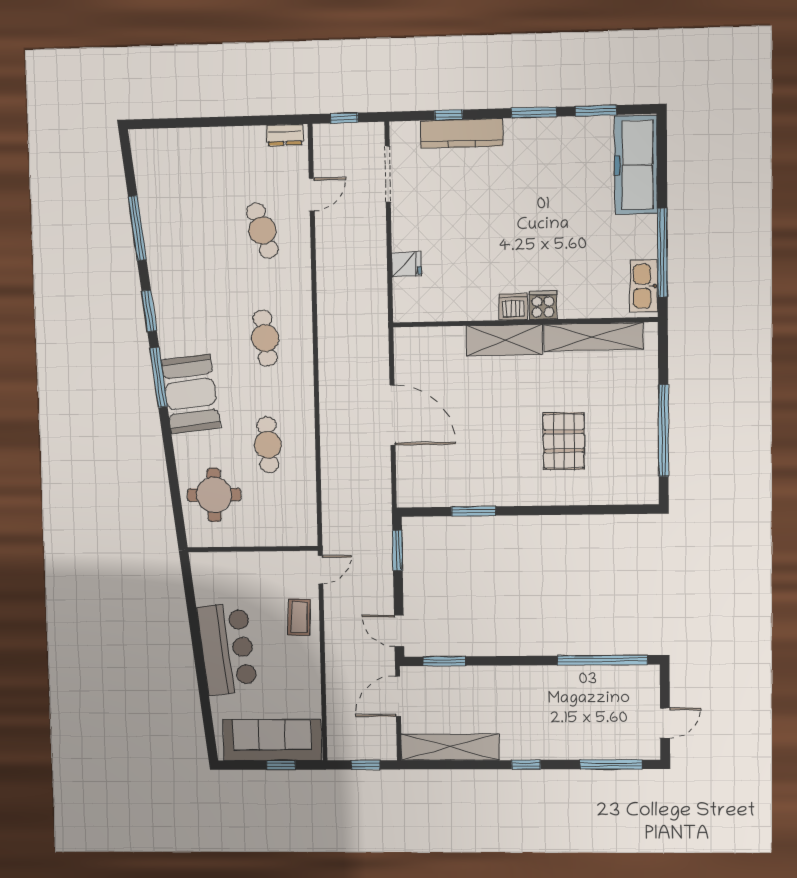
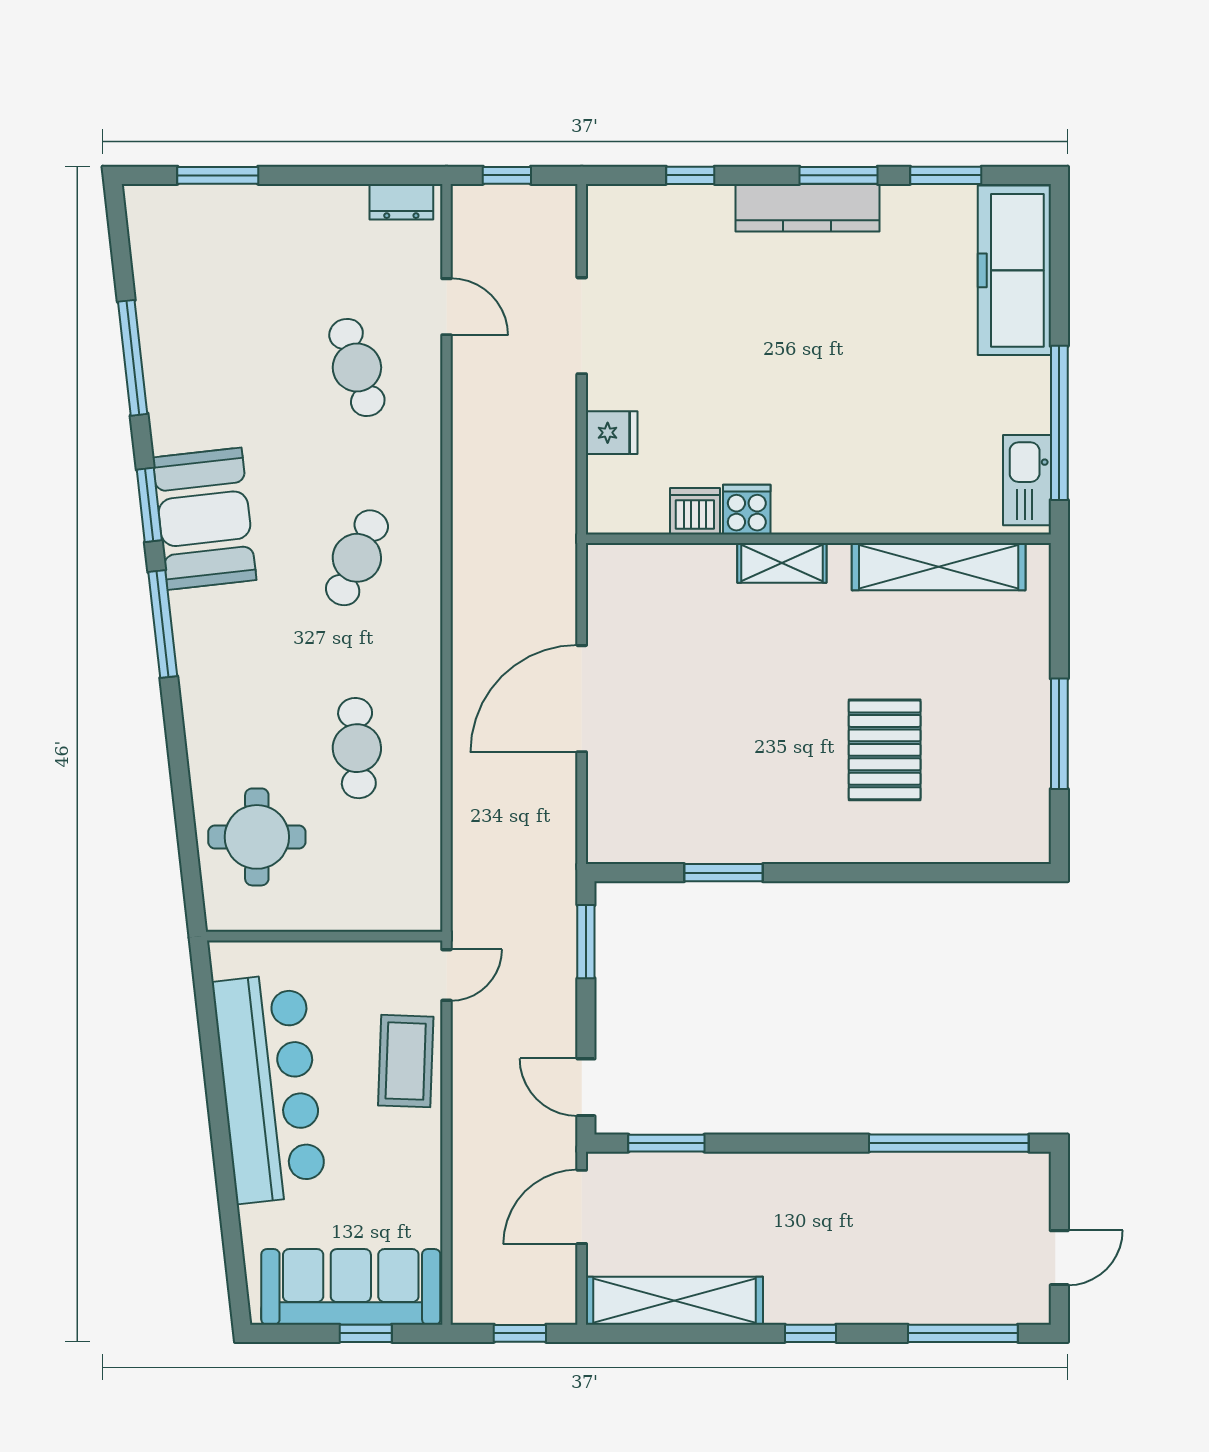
window: (181, 123) -> (218, 175), added
kitchen counter: (462, 133) -> (807, 208), moved
doorway: (388, 174) -> (582, 326), moved
door: (312, 195) -> (446, 307), hinge flipped
cooker: (543, 305) -> (747, 510), moved
dishwasher: (513, 307) -> (695, 511), moved
cafe table: (265, 338) -> (357, 558), turned 30
shelving: (504, 340) -> (782, 563), width x0.67, depth x0.75
booth: (191, 394) -> (204, 519), moved
door: (393, 415) -> (582, 699), swing flipped
window: (663, 430) -> (1059, 734), width x0.68
coffee table: (299, 617) -> (406, 1061), width x1.36, depth x1.30
bar counter: (227, 649) -> (269, 1088), width x1.36

